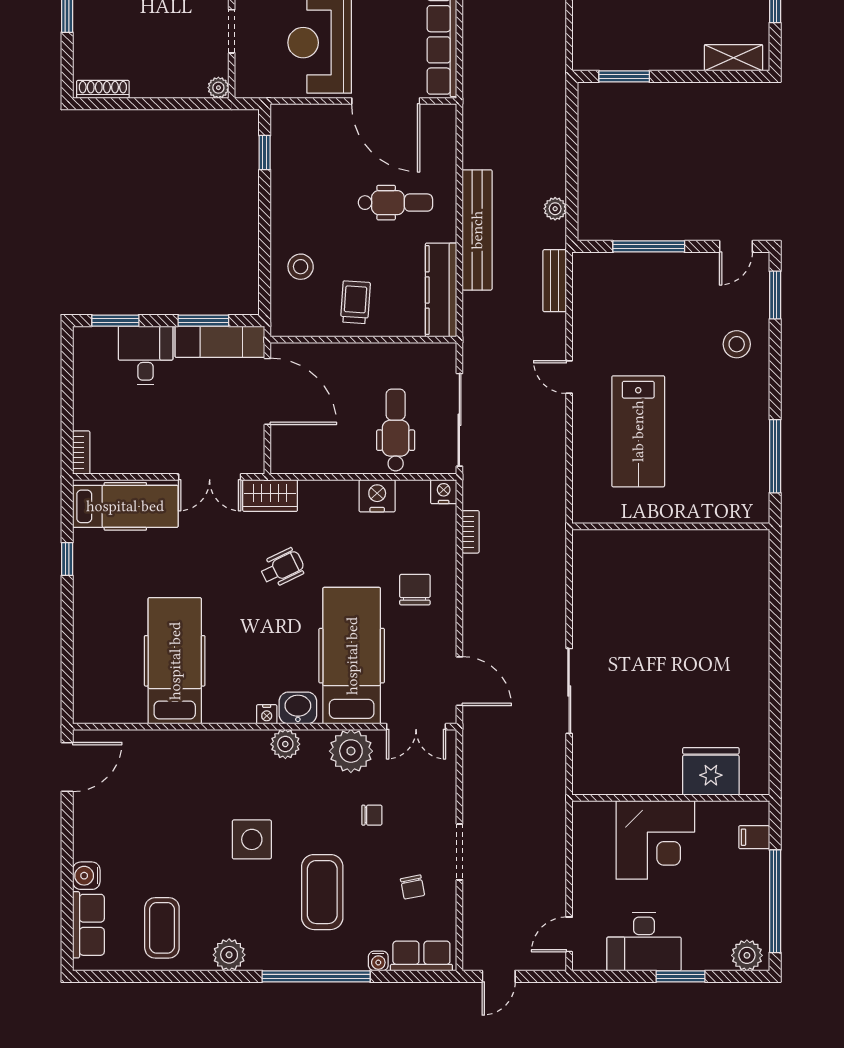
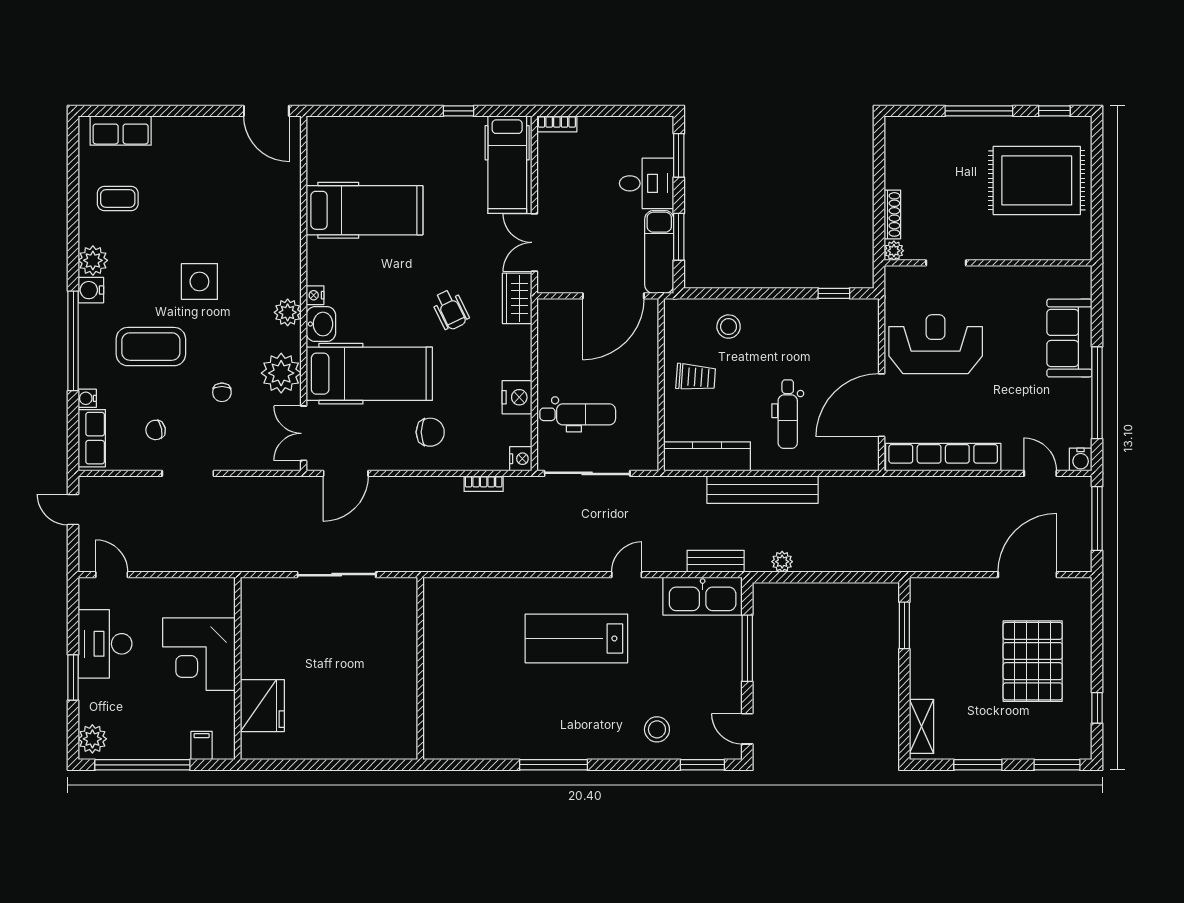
shoe rack: (103, 89) -> (892, 214), moved
kitchen sink: (593, 295) -> (703, 596), added
wall: (671, 526) -> (420, 668), moved
water cooler: (86, 876) -> (91, 290), moved, turned -90
coffee table: (162, 928) -> (118, 199), width x0.73, depth x0.77

